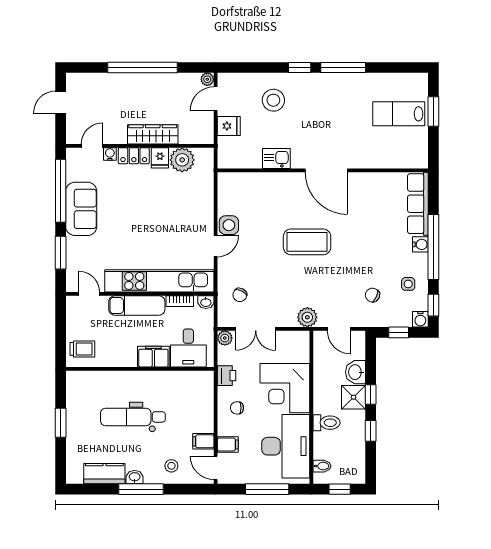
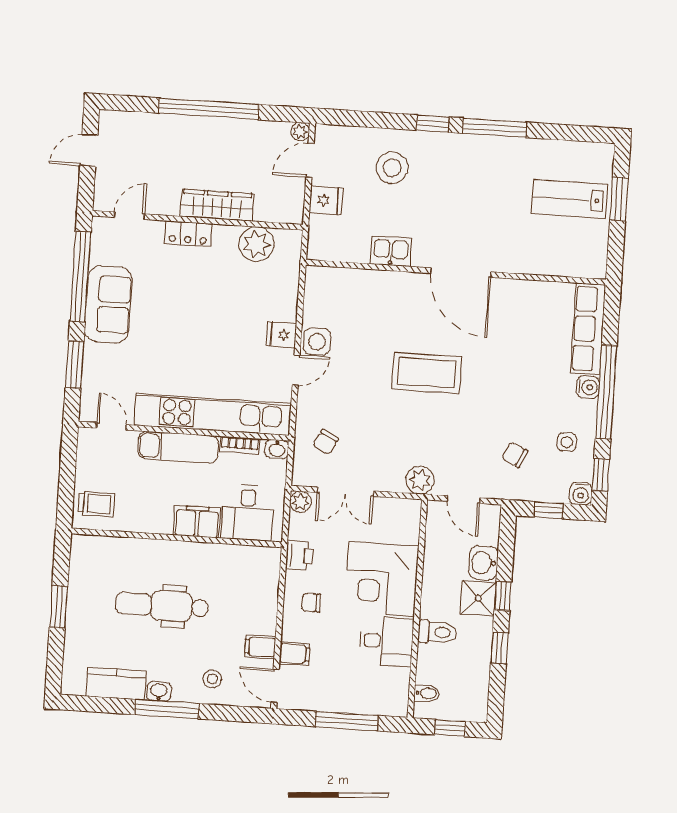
water cooler: (110, 154) -> (154, 229), removed
fridge: (160, 158) -> (281, 335), moved, turned 90
desk: (286, 446) -> (386, 641), width x0.53, depth x0.77

